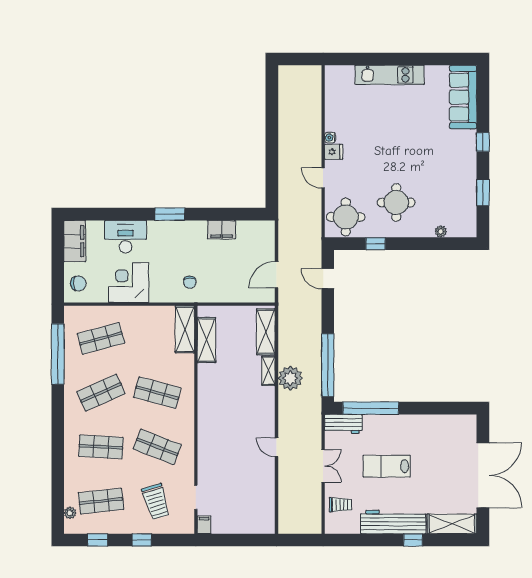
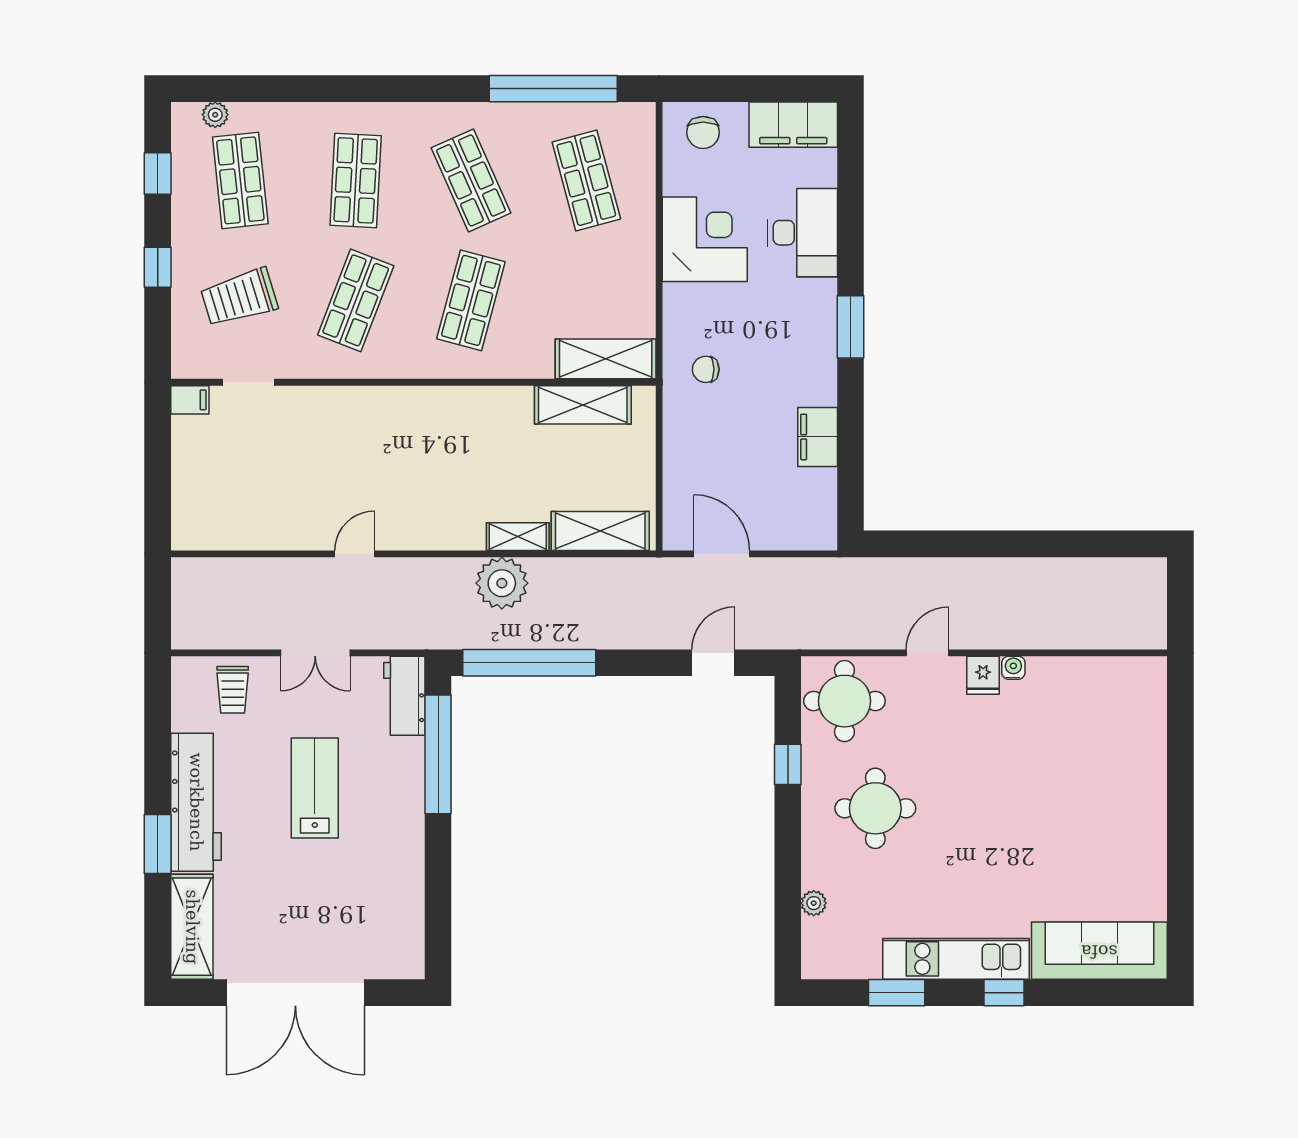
kitchen unit: (390, 75) -> (956, 959), moved, turned 90
window: (413, 540) -> (158, 844), width x1.50

